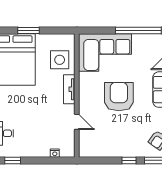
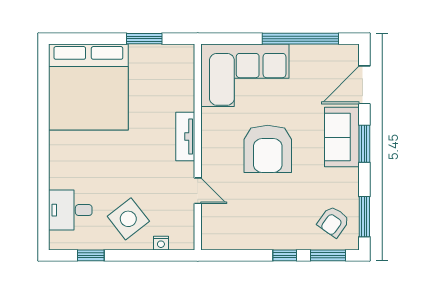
window: (28, 31) -> (144, 39), moved
side table: (60, 60) -> (128, 219), moved, turned -38
armchair: (119, 97) -> (268, 149), turned 180

